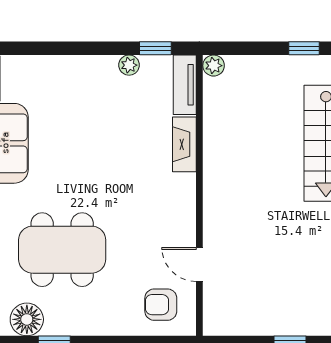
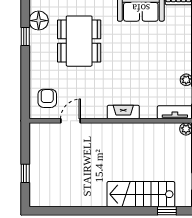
fireplace: (184, 144) -> (123, 112), moved

